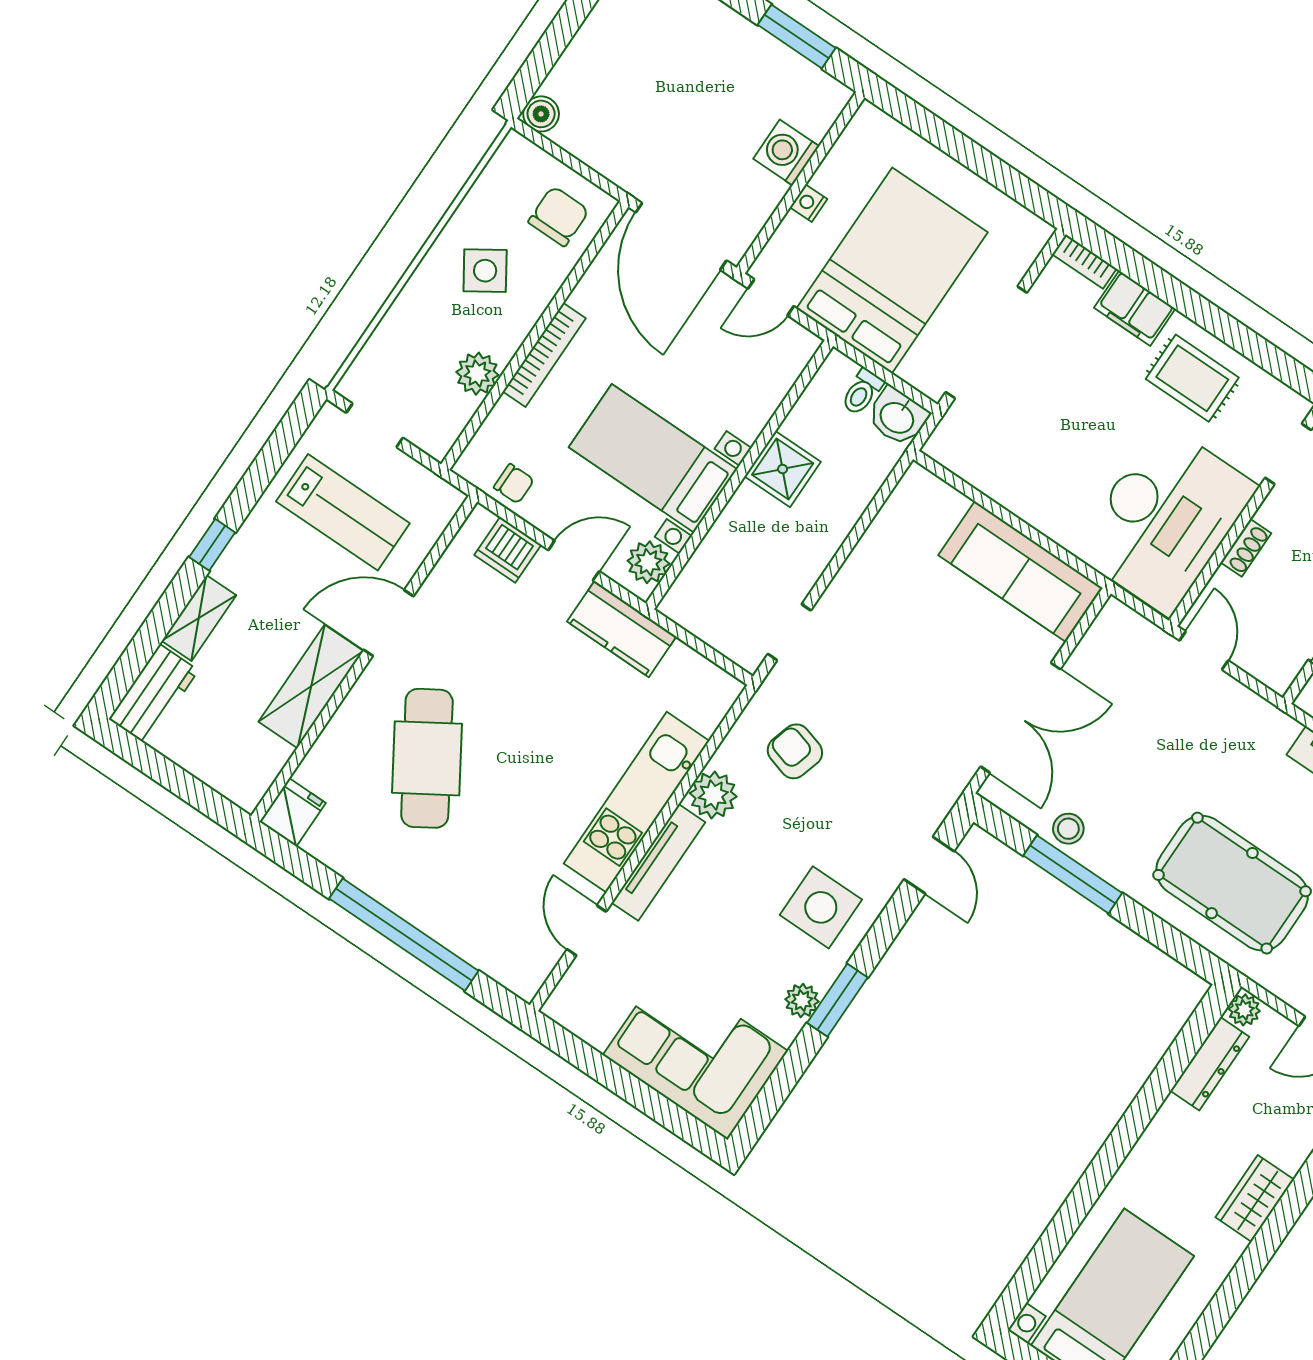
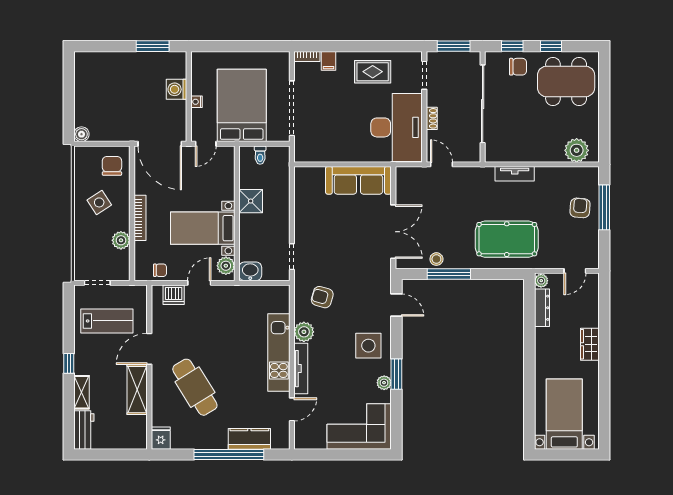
filing cabinet: (1135, 308) -> (329, 61), width x0.50
washbasin: (898, 417) -> (250, 271), moved, turned 180
kitchen counter: (622, 629) -> (249, 439), moved, turned 180
door: (587, 930) -> (292, 409), swing flipped

